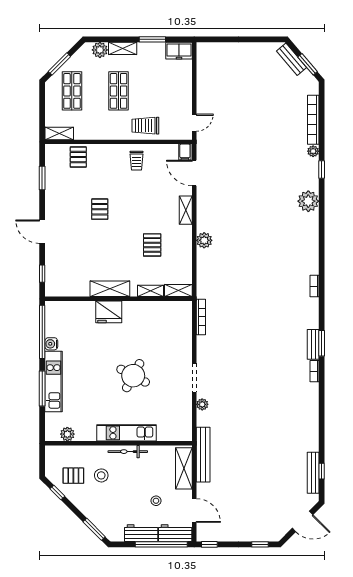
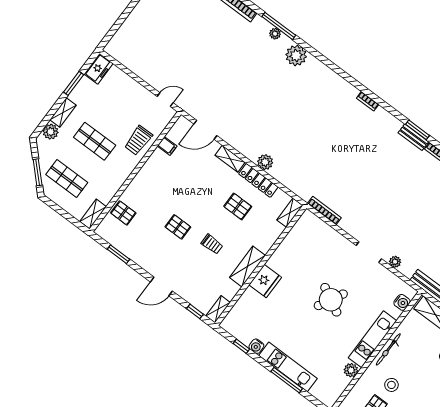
door: (194, 123) -> (165, 100), hinge flipped
plant: (313, 151) -> (275, 34), moved
filing cabinet: (185, 152) -> (167, 146), moved
trolley: (137, 161) -> (212, 244), moved
window: (322, 170) -> (279, 26), width x2.17
locker: (185, 246) -> (258, 180), added
shelving: (151, 291) -> (218, 309), moved
window: (42, 332) -> (241, 346), width x0.32
plant: (67, 434) -> (351, 370), moved
water cooler: (174, 434) -> (402, 302), added

